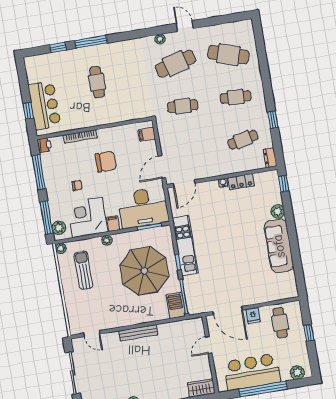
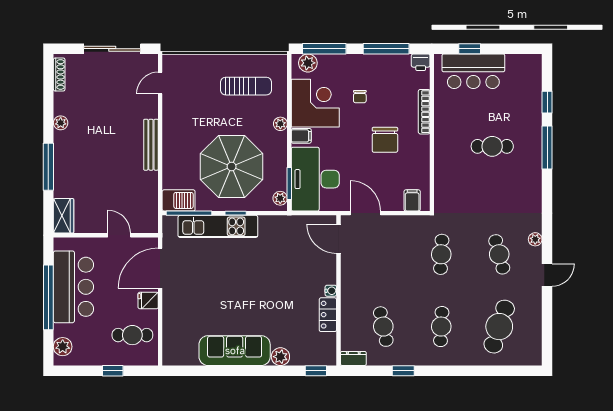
cafe table: (175, 64) -> (499, 254), width x0.73, depth x0.74
kitchen unit: (185, 245) -> (218, 226), moved
plant: (61, 248) -> (280, 198), moved

